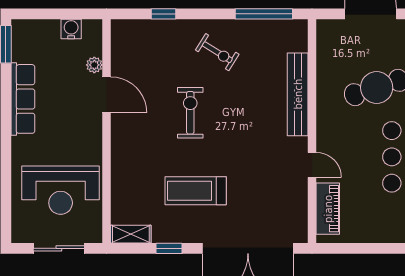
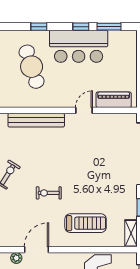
exercise bike: (190, 113) -> (49, 193), width x0.73, depth x0.72
treadmill: (196, 191) -> (86, 223), moved, turned -90

